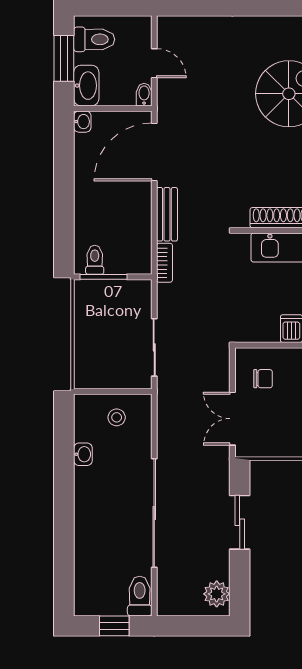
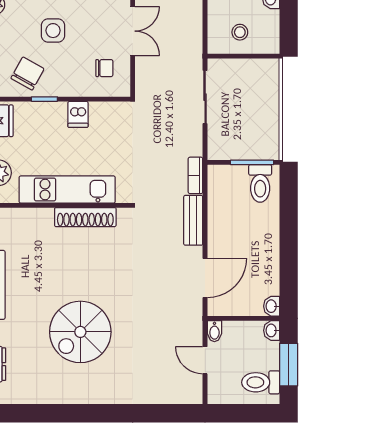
washbasin: (86, 86) -> (272, 330), width x0.52, depth x0.69
door: (154, 152) -> (205, 278), width x0.73
toilet: (95, 260) -> (260, 183), width x1.37, depth x1.39
chair: (263, 379) -> (104, 68), turned 180

